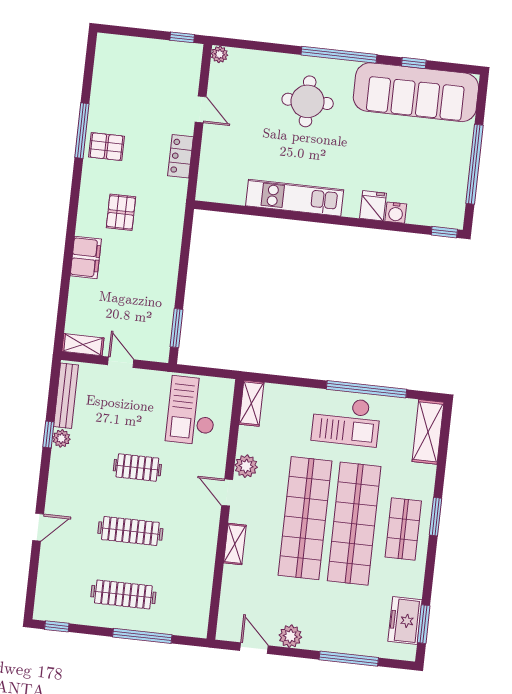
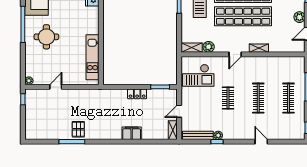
locker: (180, 156) -> (137, 94), moved
kitchen unit: (295, 198) -> (93, 57), moved
pallet: (121, 212) -> (108, 119), removed
plant: (246, 466) -> (209, 47), moved

